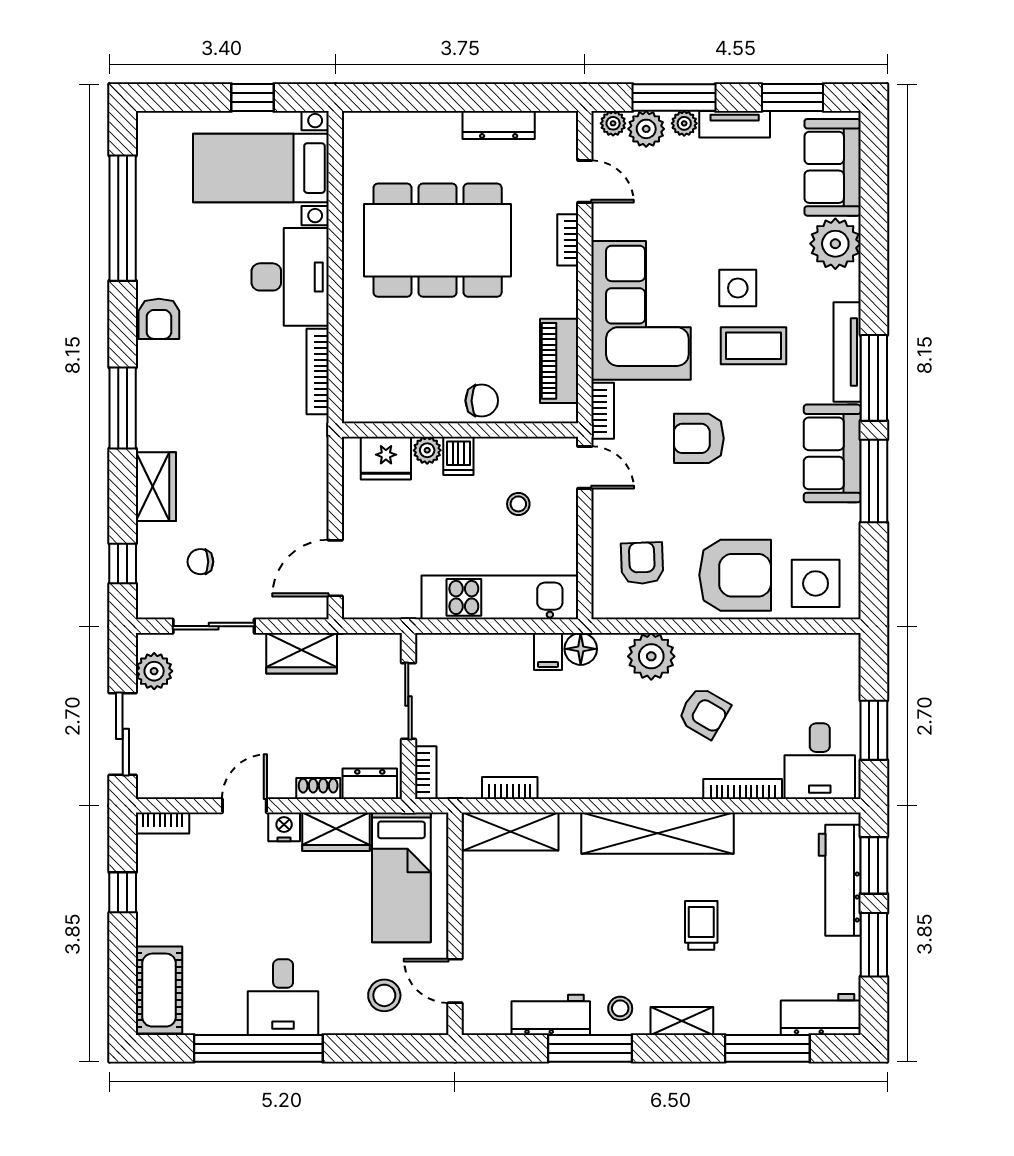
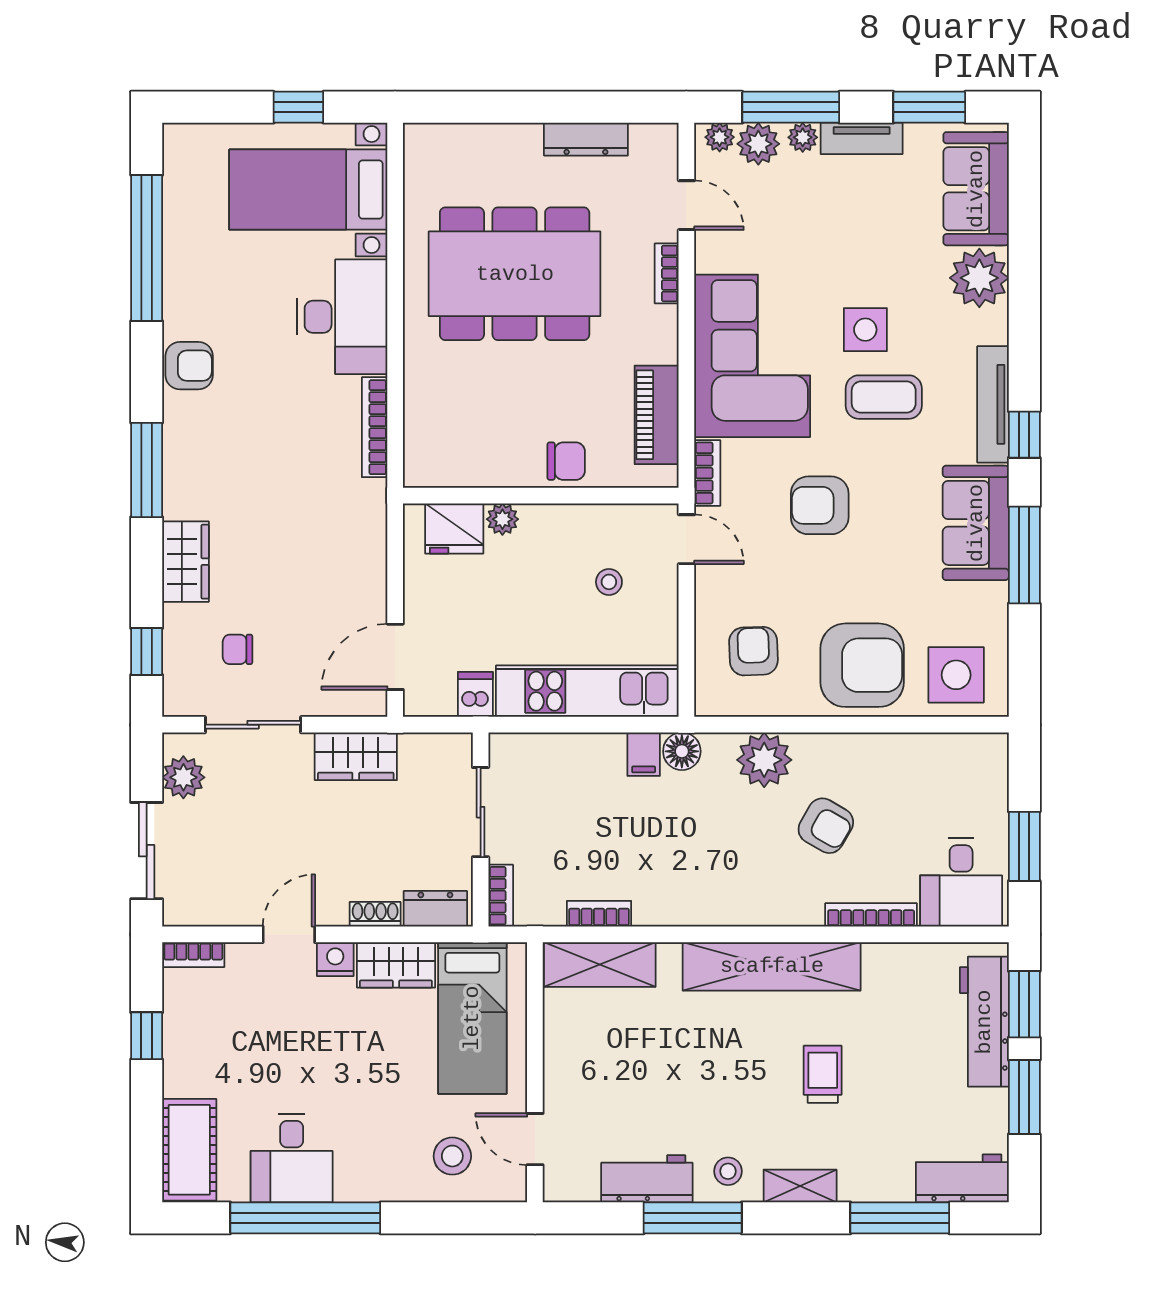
armchair: (159, 319) -> (189, 366), turned -90
window: (874, 378) -> (1024, 435), width x0.46
dishwasher: (458, 456) -> (475, 694), moved, turned 180
desk: (283, 997) -> (292, 1158), moved

